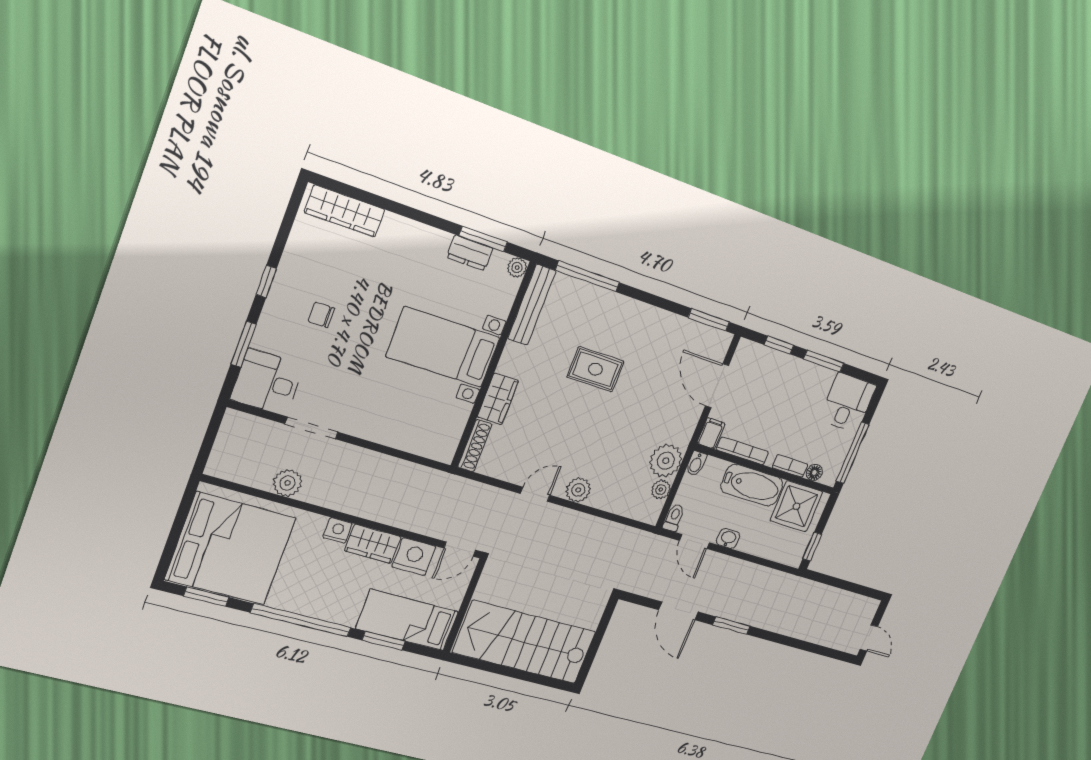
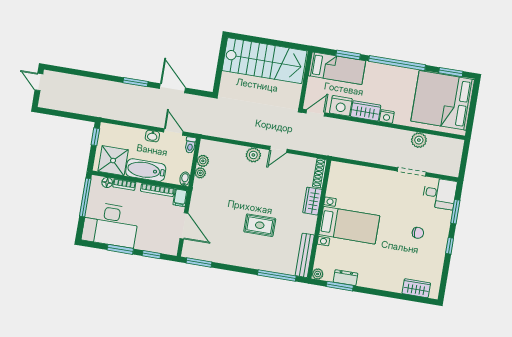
wardrobe: (345, 211) -> (416, 288), width x0.67
desk: (848, 402) -> (110, 225), width x1.87, depth x1.30
plant: (666, 461) -> (200, 173), width x0.53, depth x0.53

